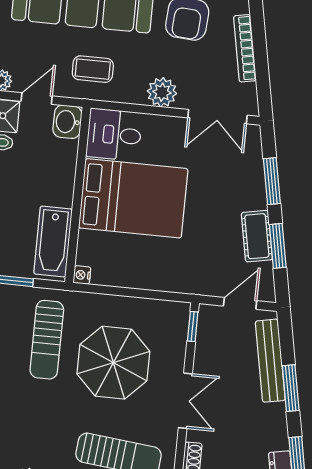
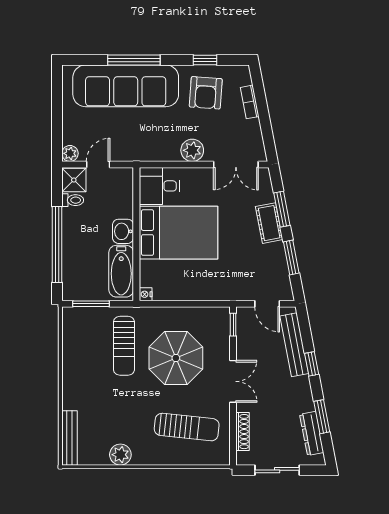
bookcase: (245, 48) -> (250, 102), width x0.64
coffee table: (93, 69) -> (138, 138), removed
washbasin: (67, 122) -> (123, 231), moved
cot: (257, 236) -> (269, 223), moved
door: (240, 303) -> (267, 304), swing flipped
window: (291, 388) -> (312, 364), width x0.67

